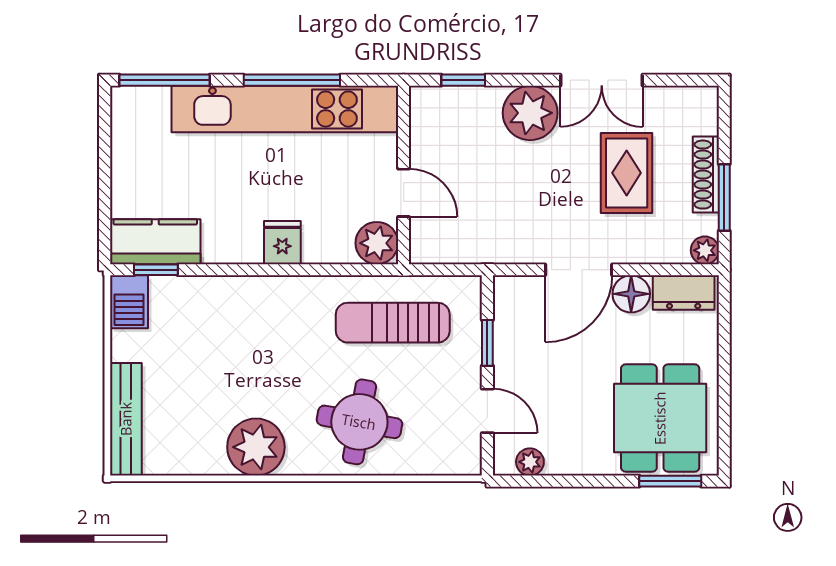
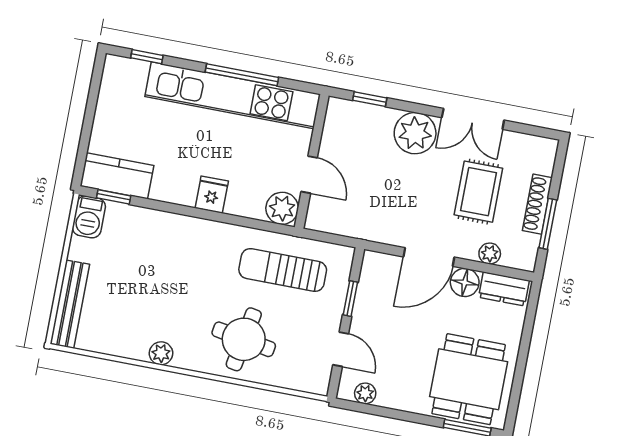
window: (164, 80) -> (147, 57), width x0.46
plant: (705, 250) -> (490, 254), moved
plant: (256, 447) -> (161, 353), width x0.53, depth x0.53

